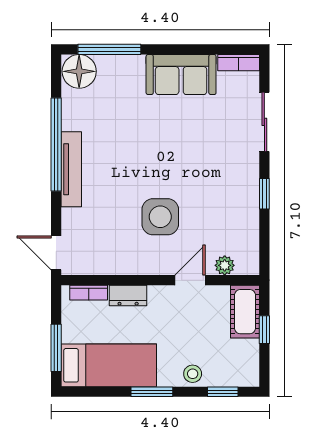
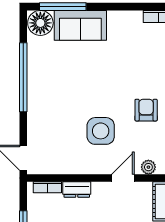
sofa: (181, 75) -> (80, 25), moved
tv unit: (71, 169) -> (34, 96), removed
armchair: (221, 189) -> (146, 110), added

